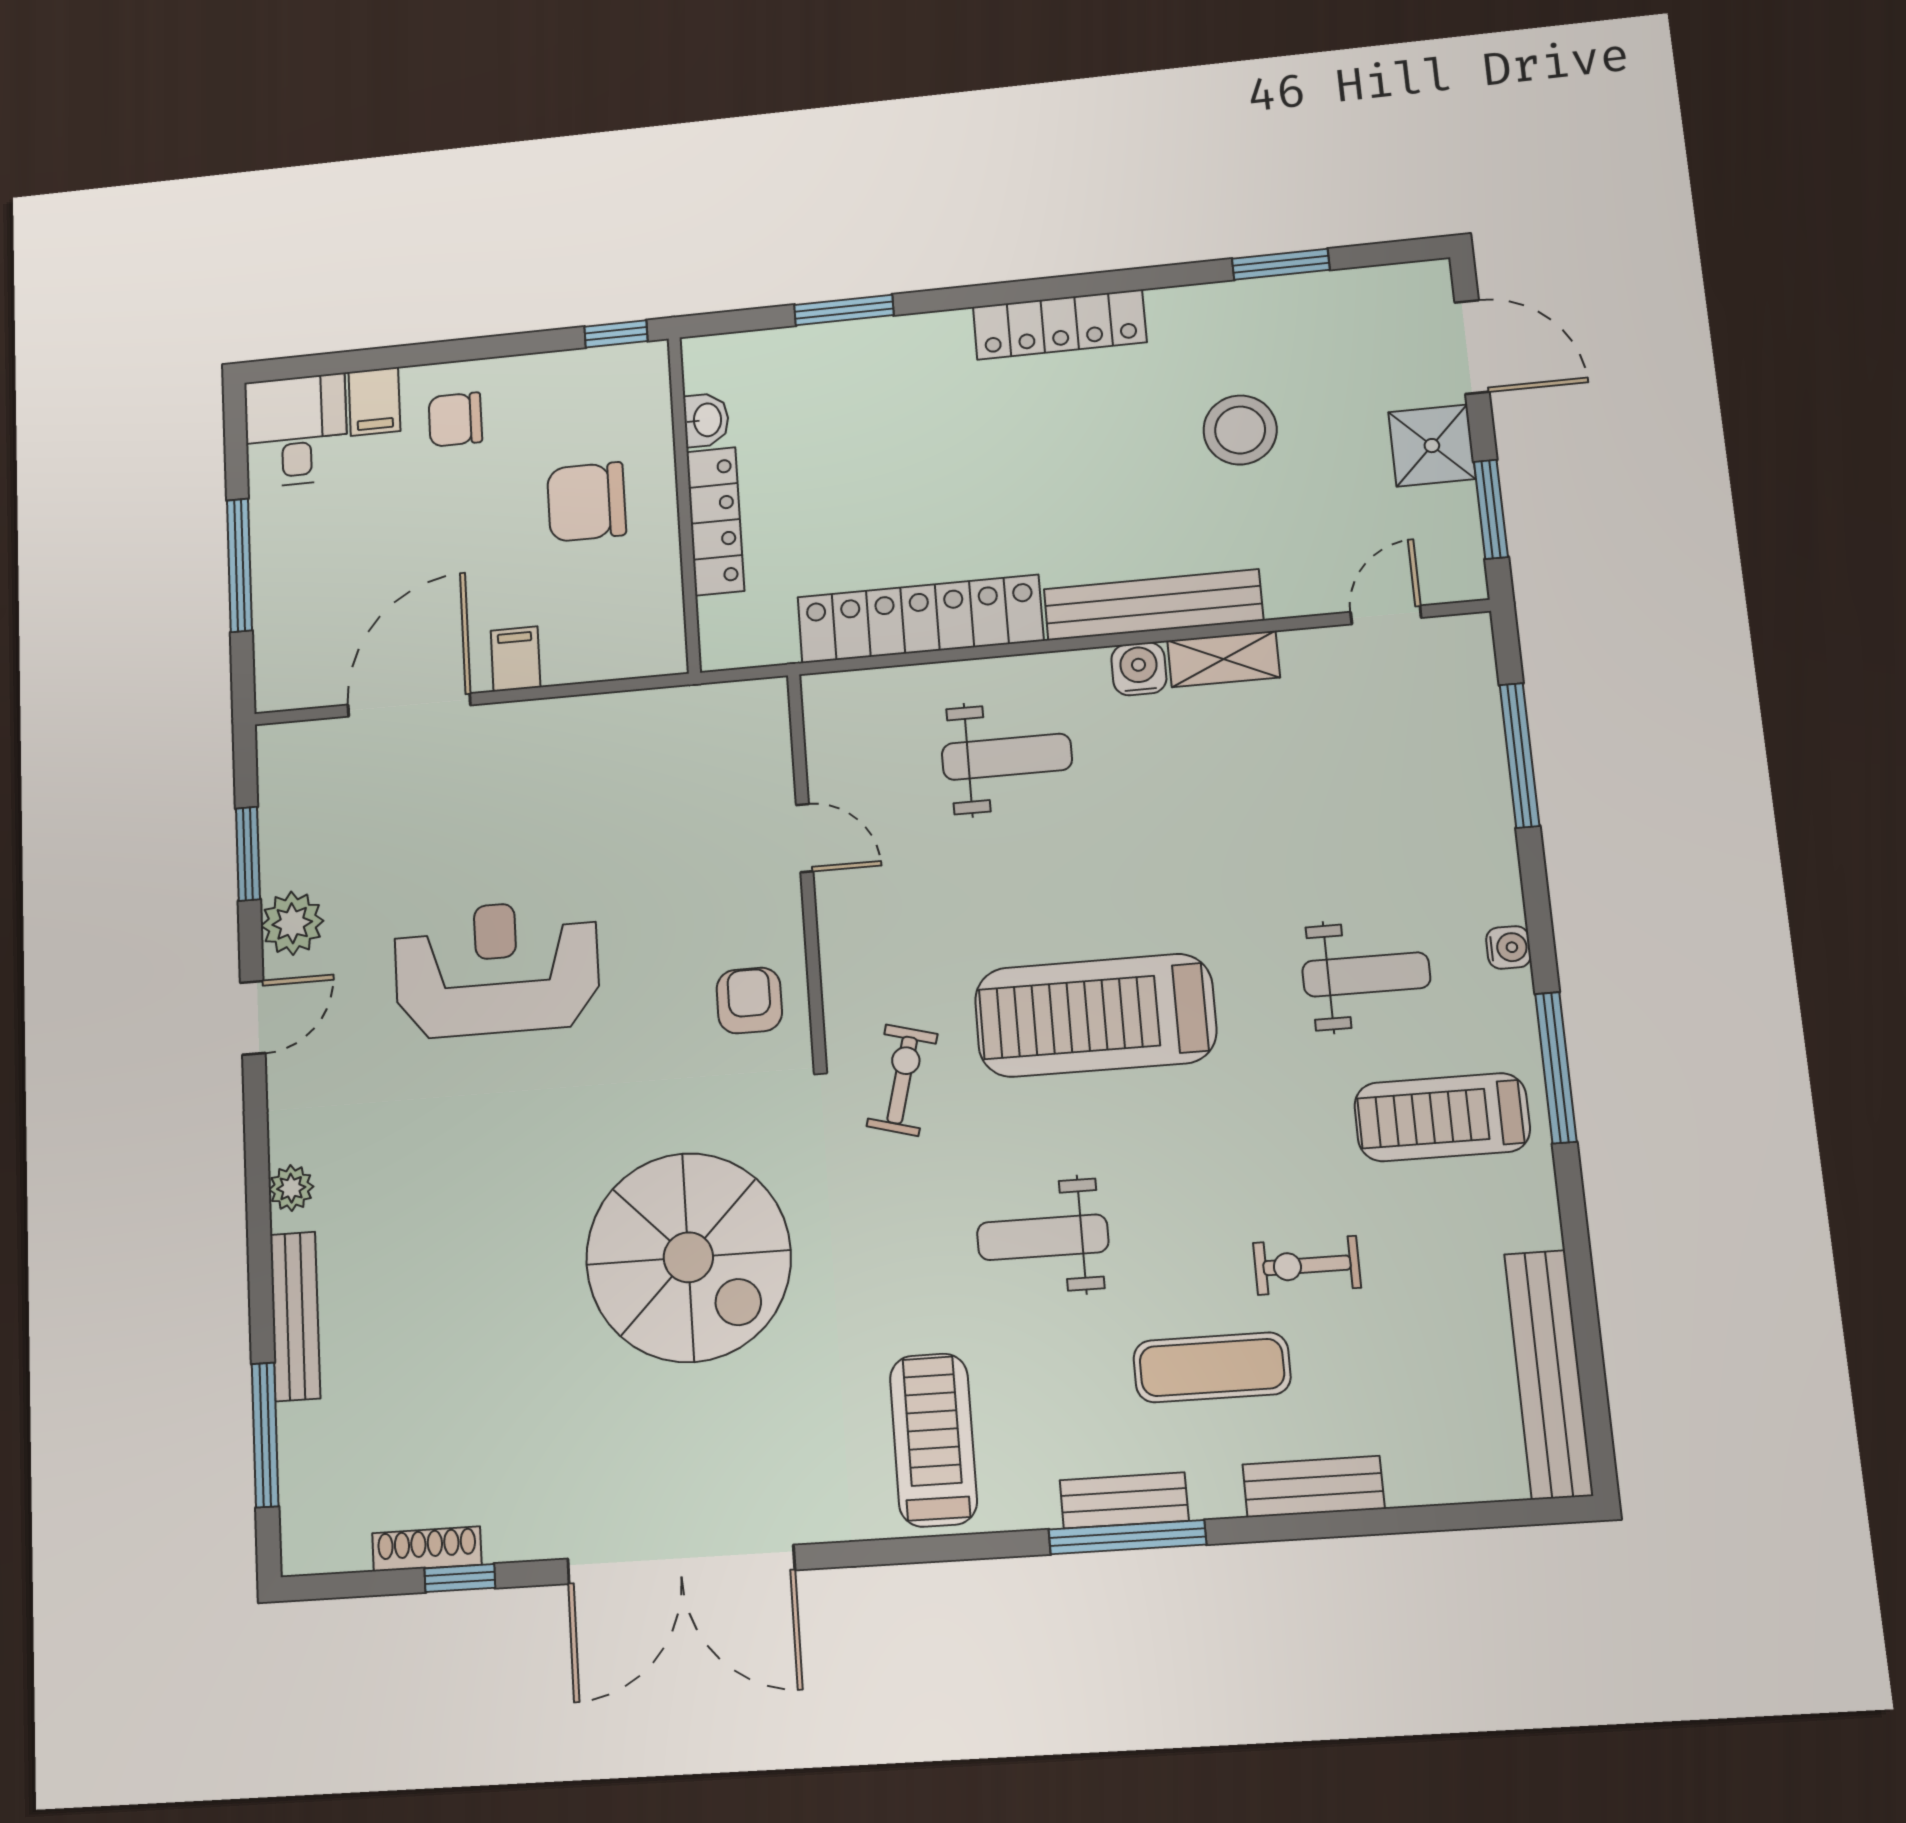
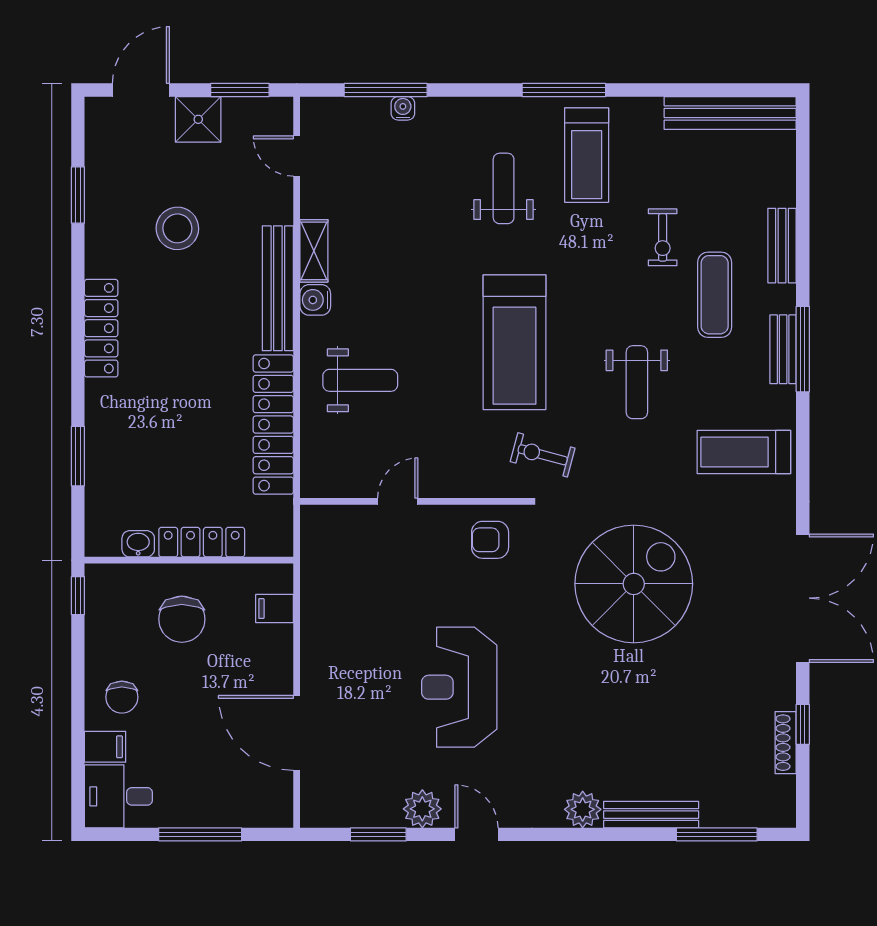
filing cabinet: (516, 659) -> (275, 609), moved
weight bench: (1007, 757) -> (360, 380), turned 90
water cooler: (1509, 947) -> (403, 108), moved
plant: (291, 1188) -> (583, 809), width x1.38, depth x1.38

